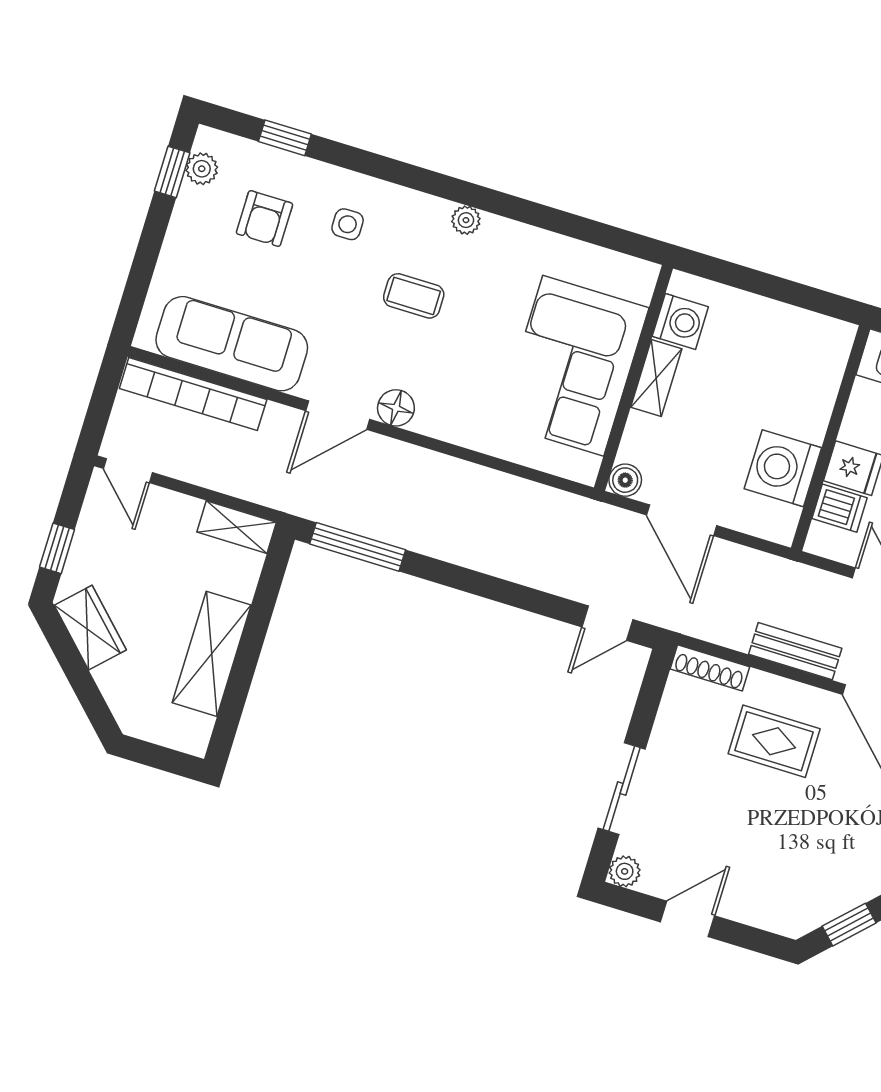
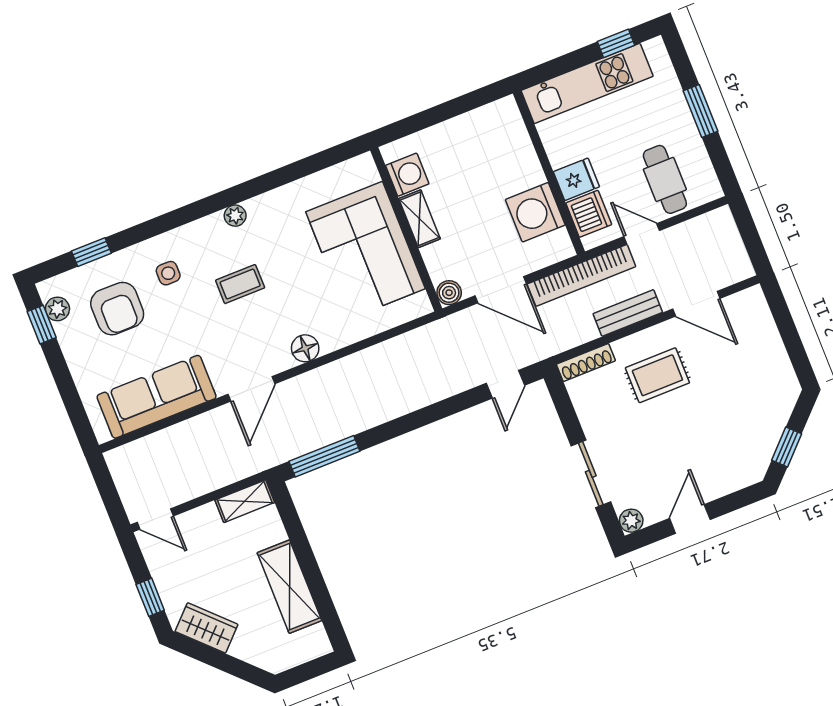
armchair: (264, 219) -> (117, 309), width x1.38, depth x1.38
bookcase: (193, 394) -> (581, 275), moved
floor lamp: (396, 408) -> (305, 348), moved
dishwasher: (840, 508) -> (589, 214), width x1.38

